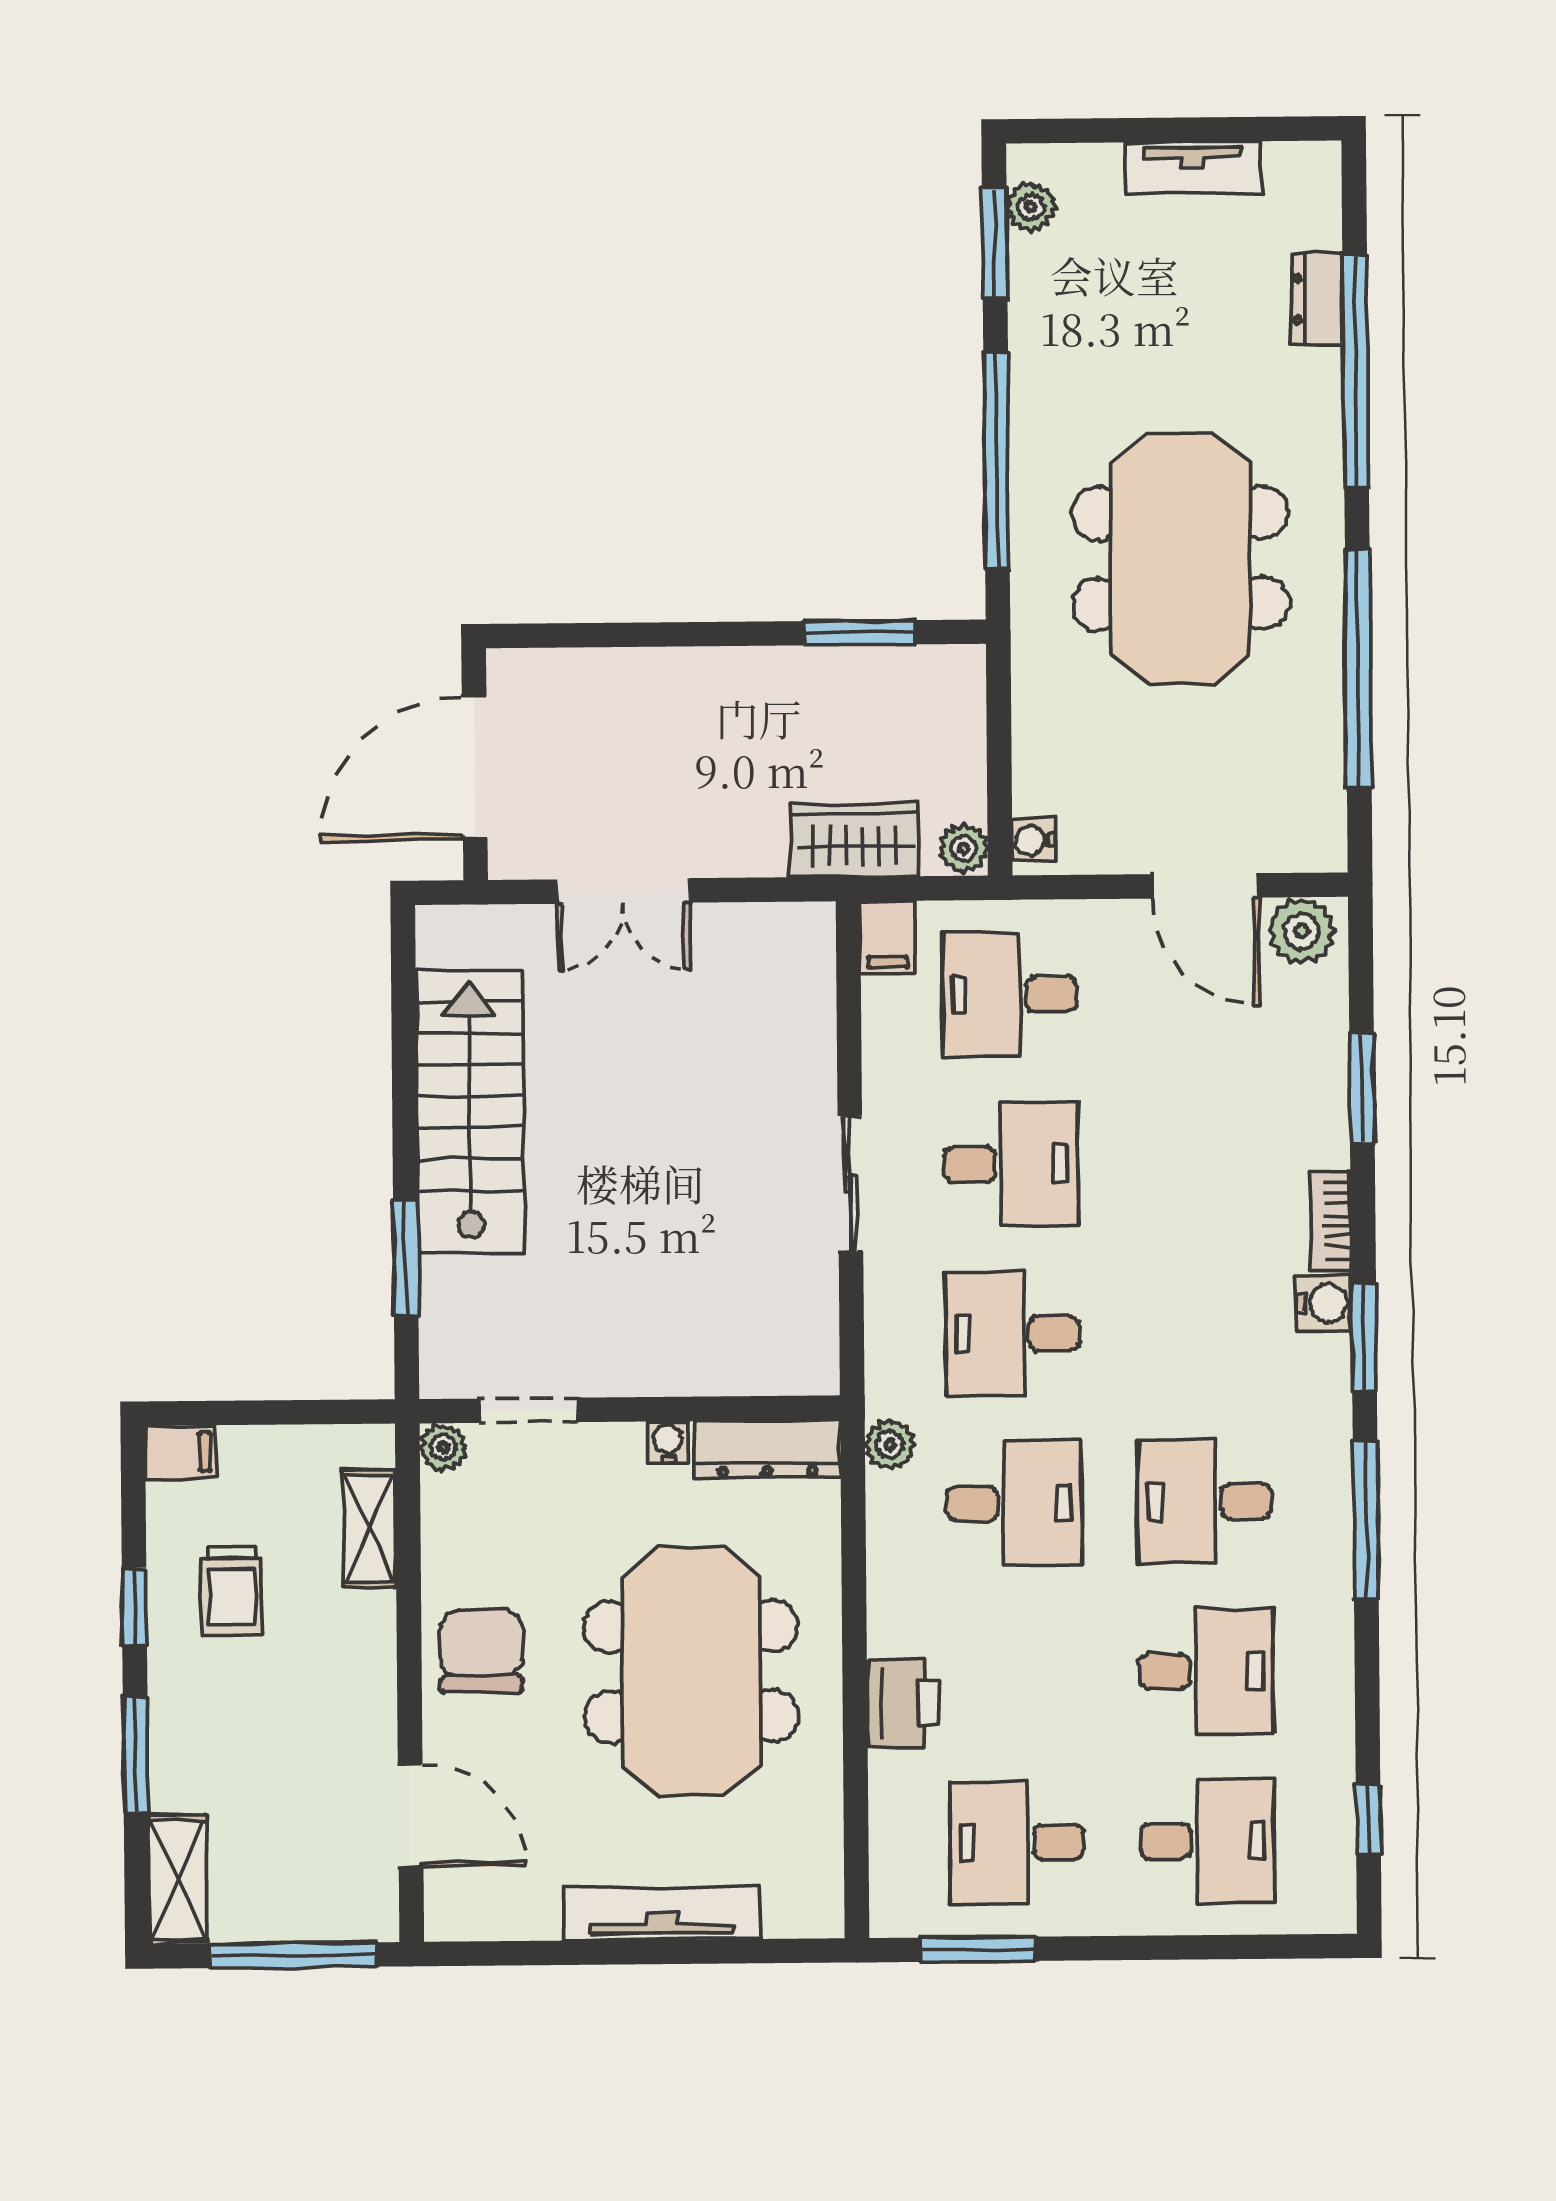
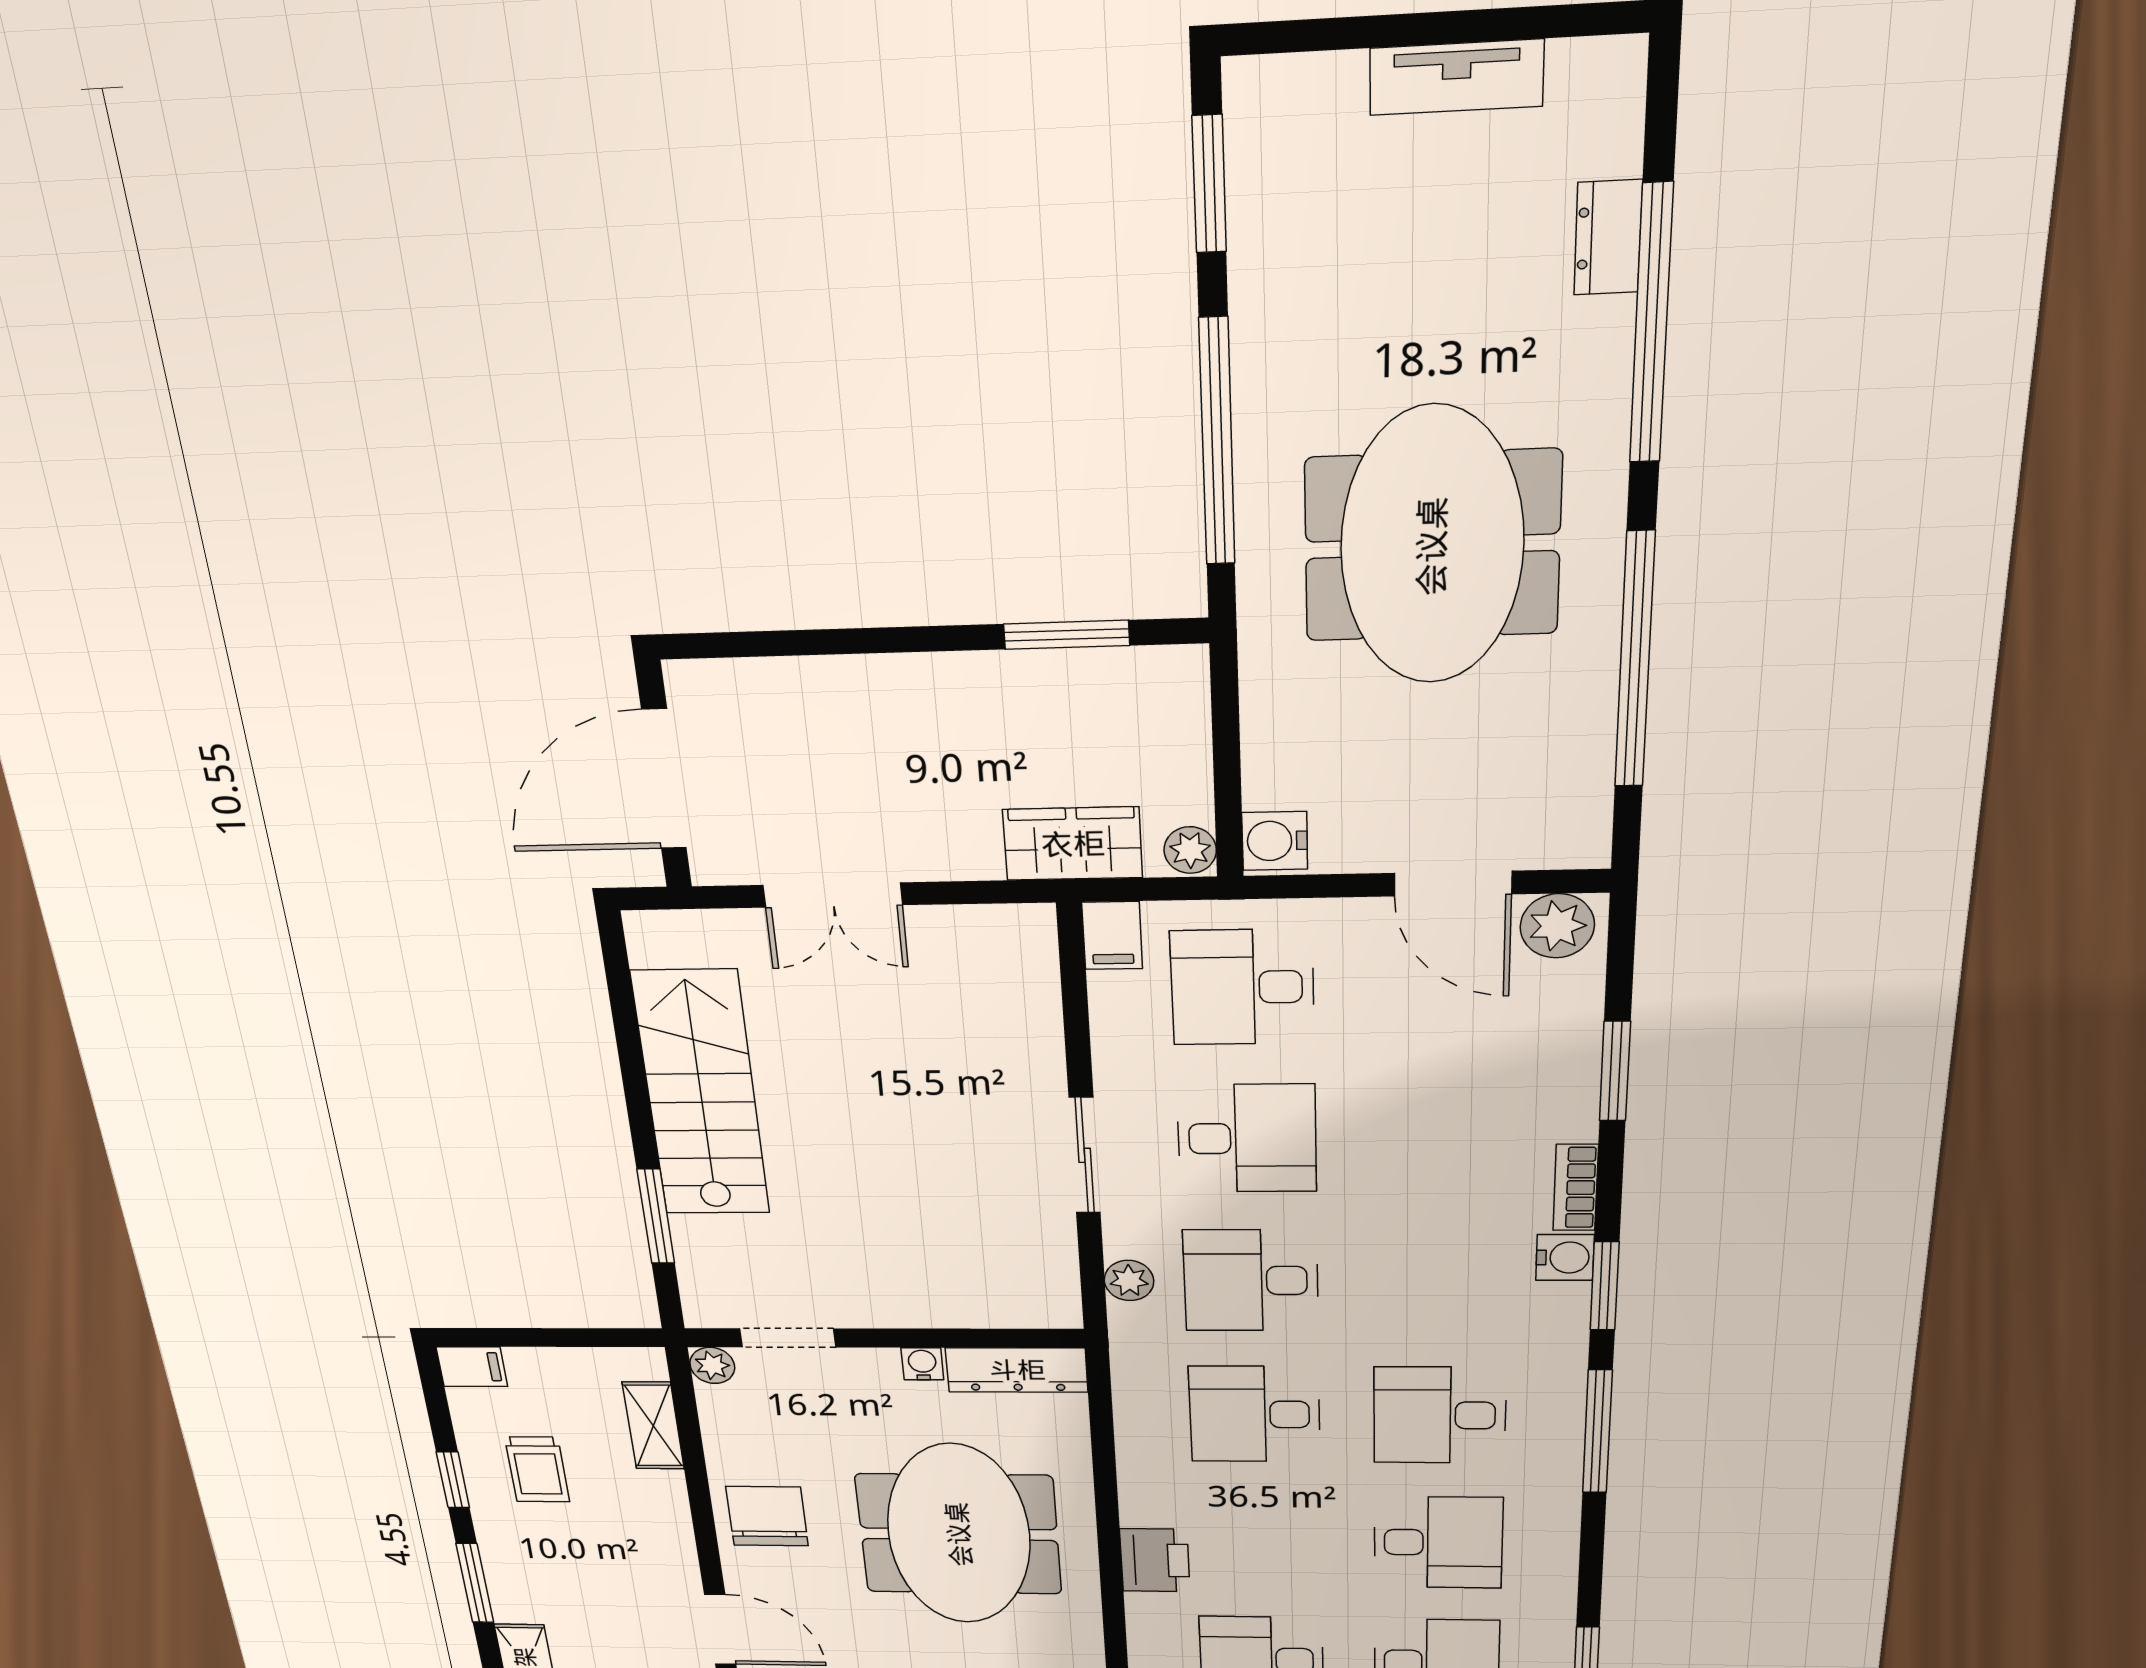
plant: (1031, 207) -> (1253, 137), removed
water cooler: (1034, 840) -> (1275, 841), width x1.38, depth x1.38
plant: (890, 1445) -> (1129, 1281), moved
desk: (1014, 1503) -> (1255, 1414), turned 180

